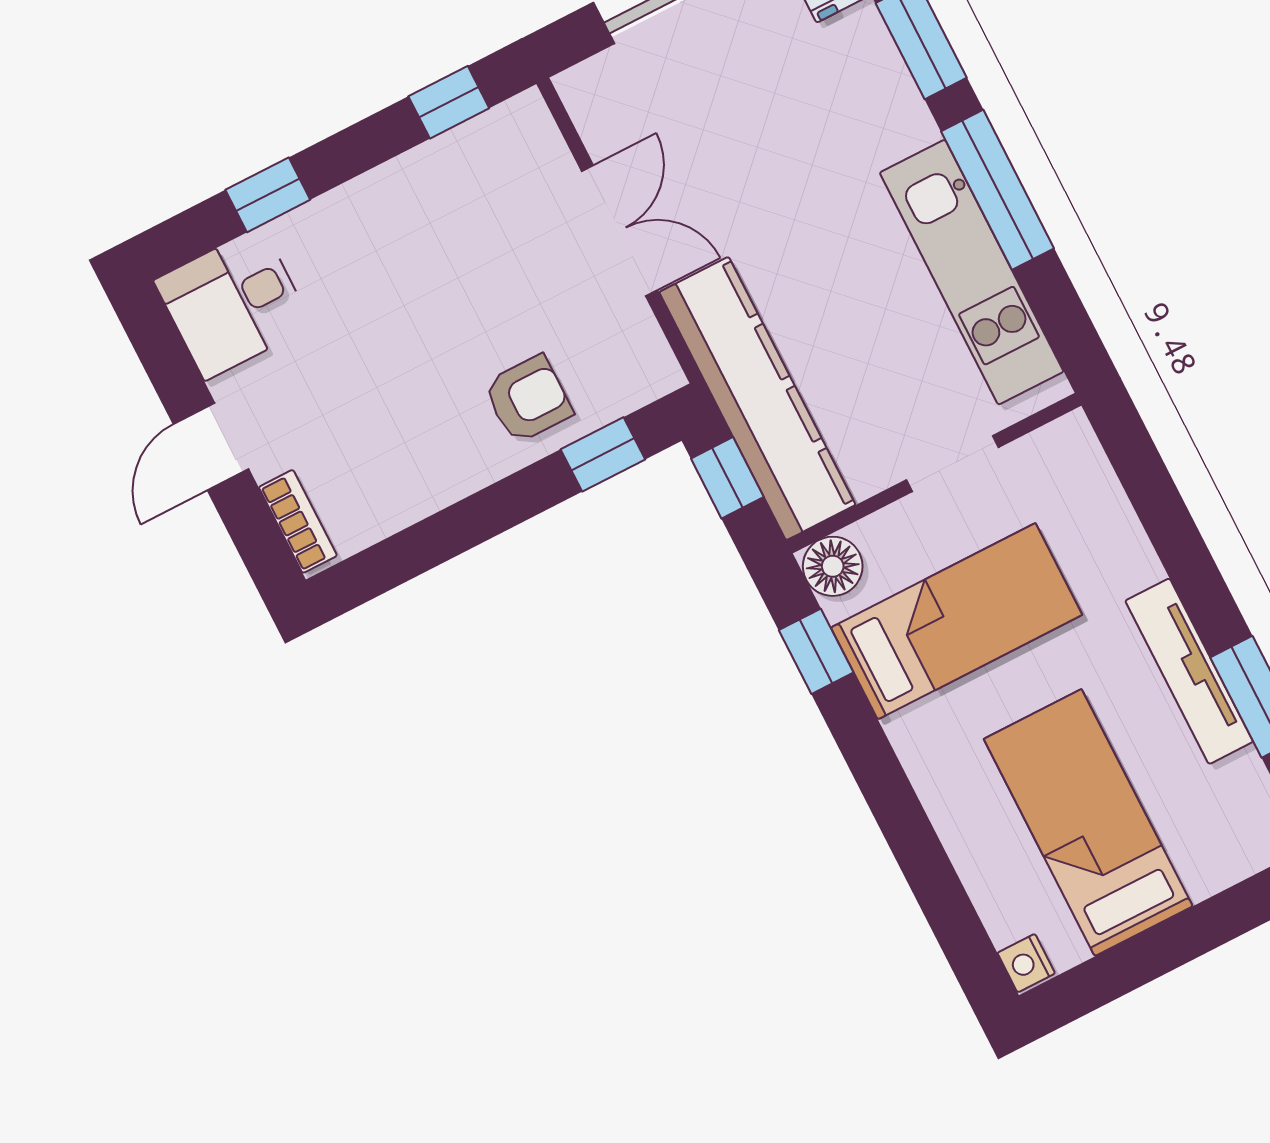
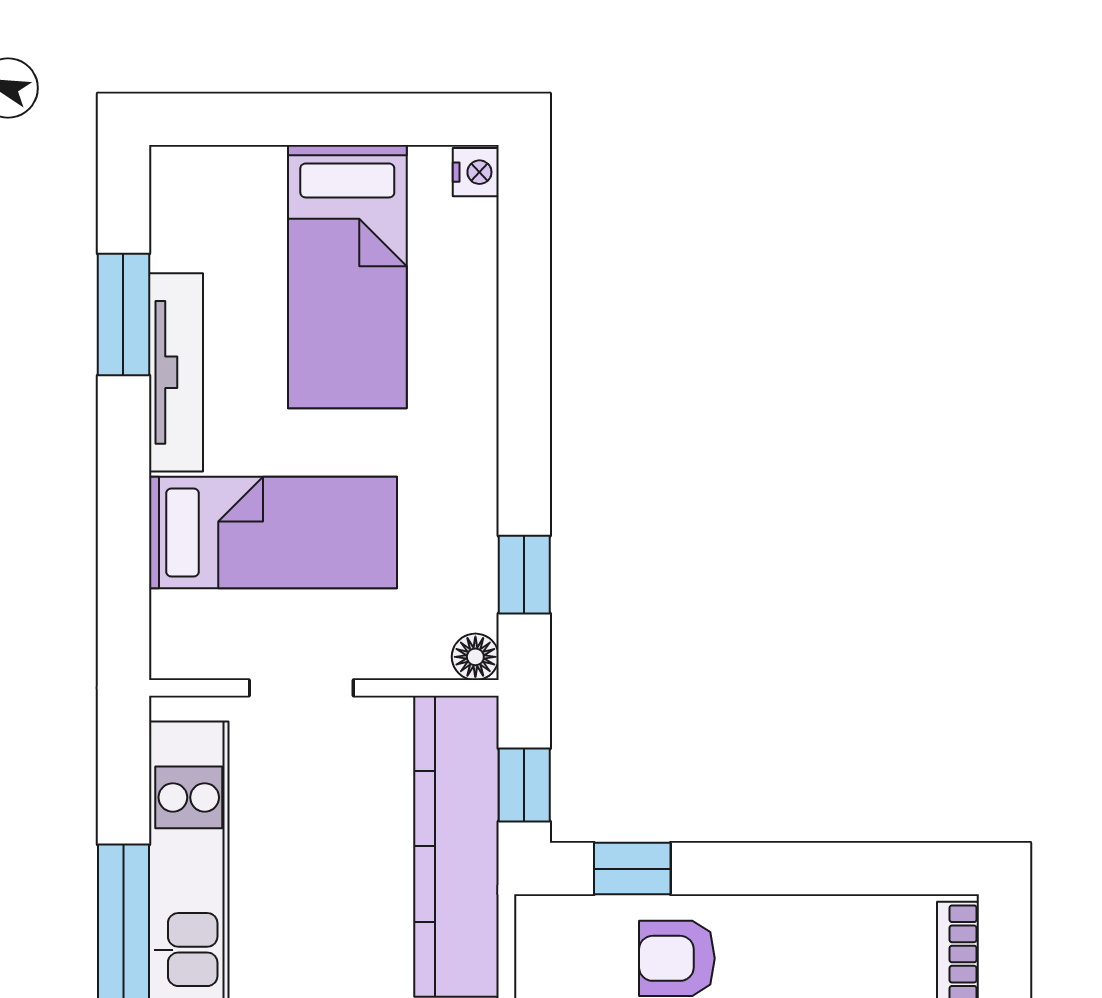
floor lamp: (833, 566) -> (475, 657), width x0.73, depth x0.73
bed: (957, 621) -> (273, 533), moved, turned 180

